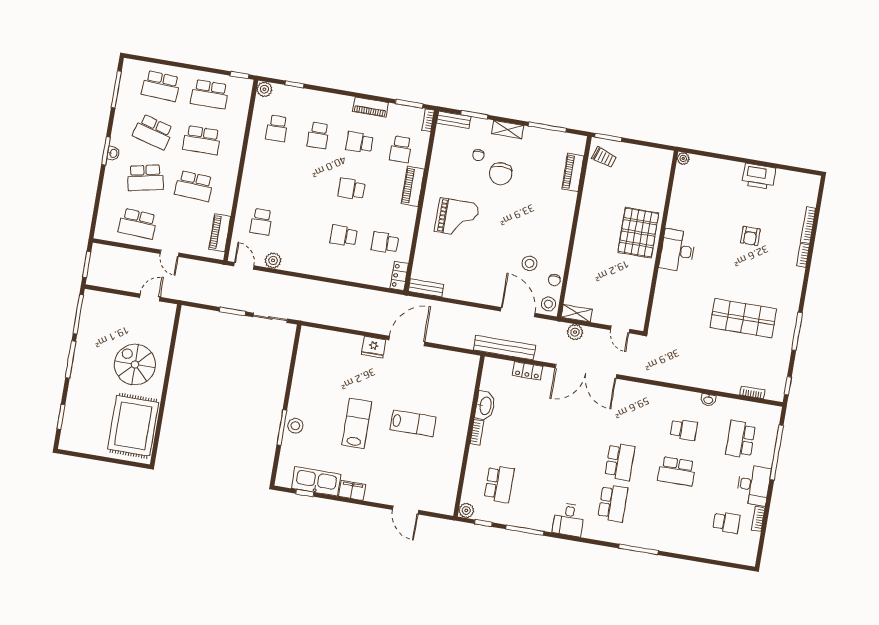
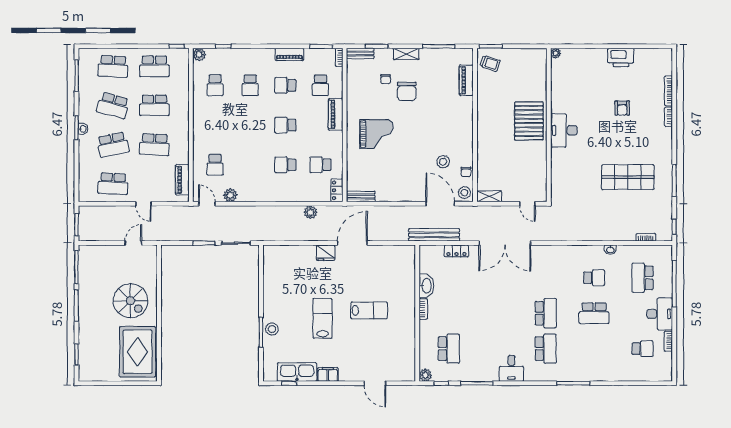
plant: (575, 332) -> (311, 212), moved
spiral stairs: (135, 364) -> (131, 301), turned 180

